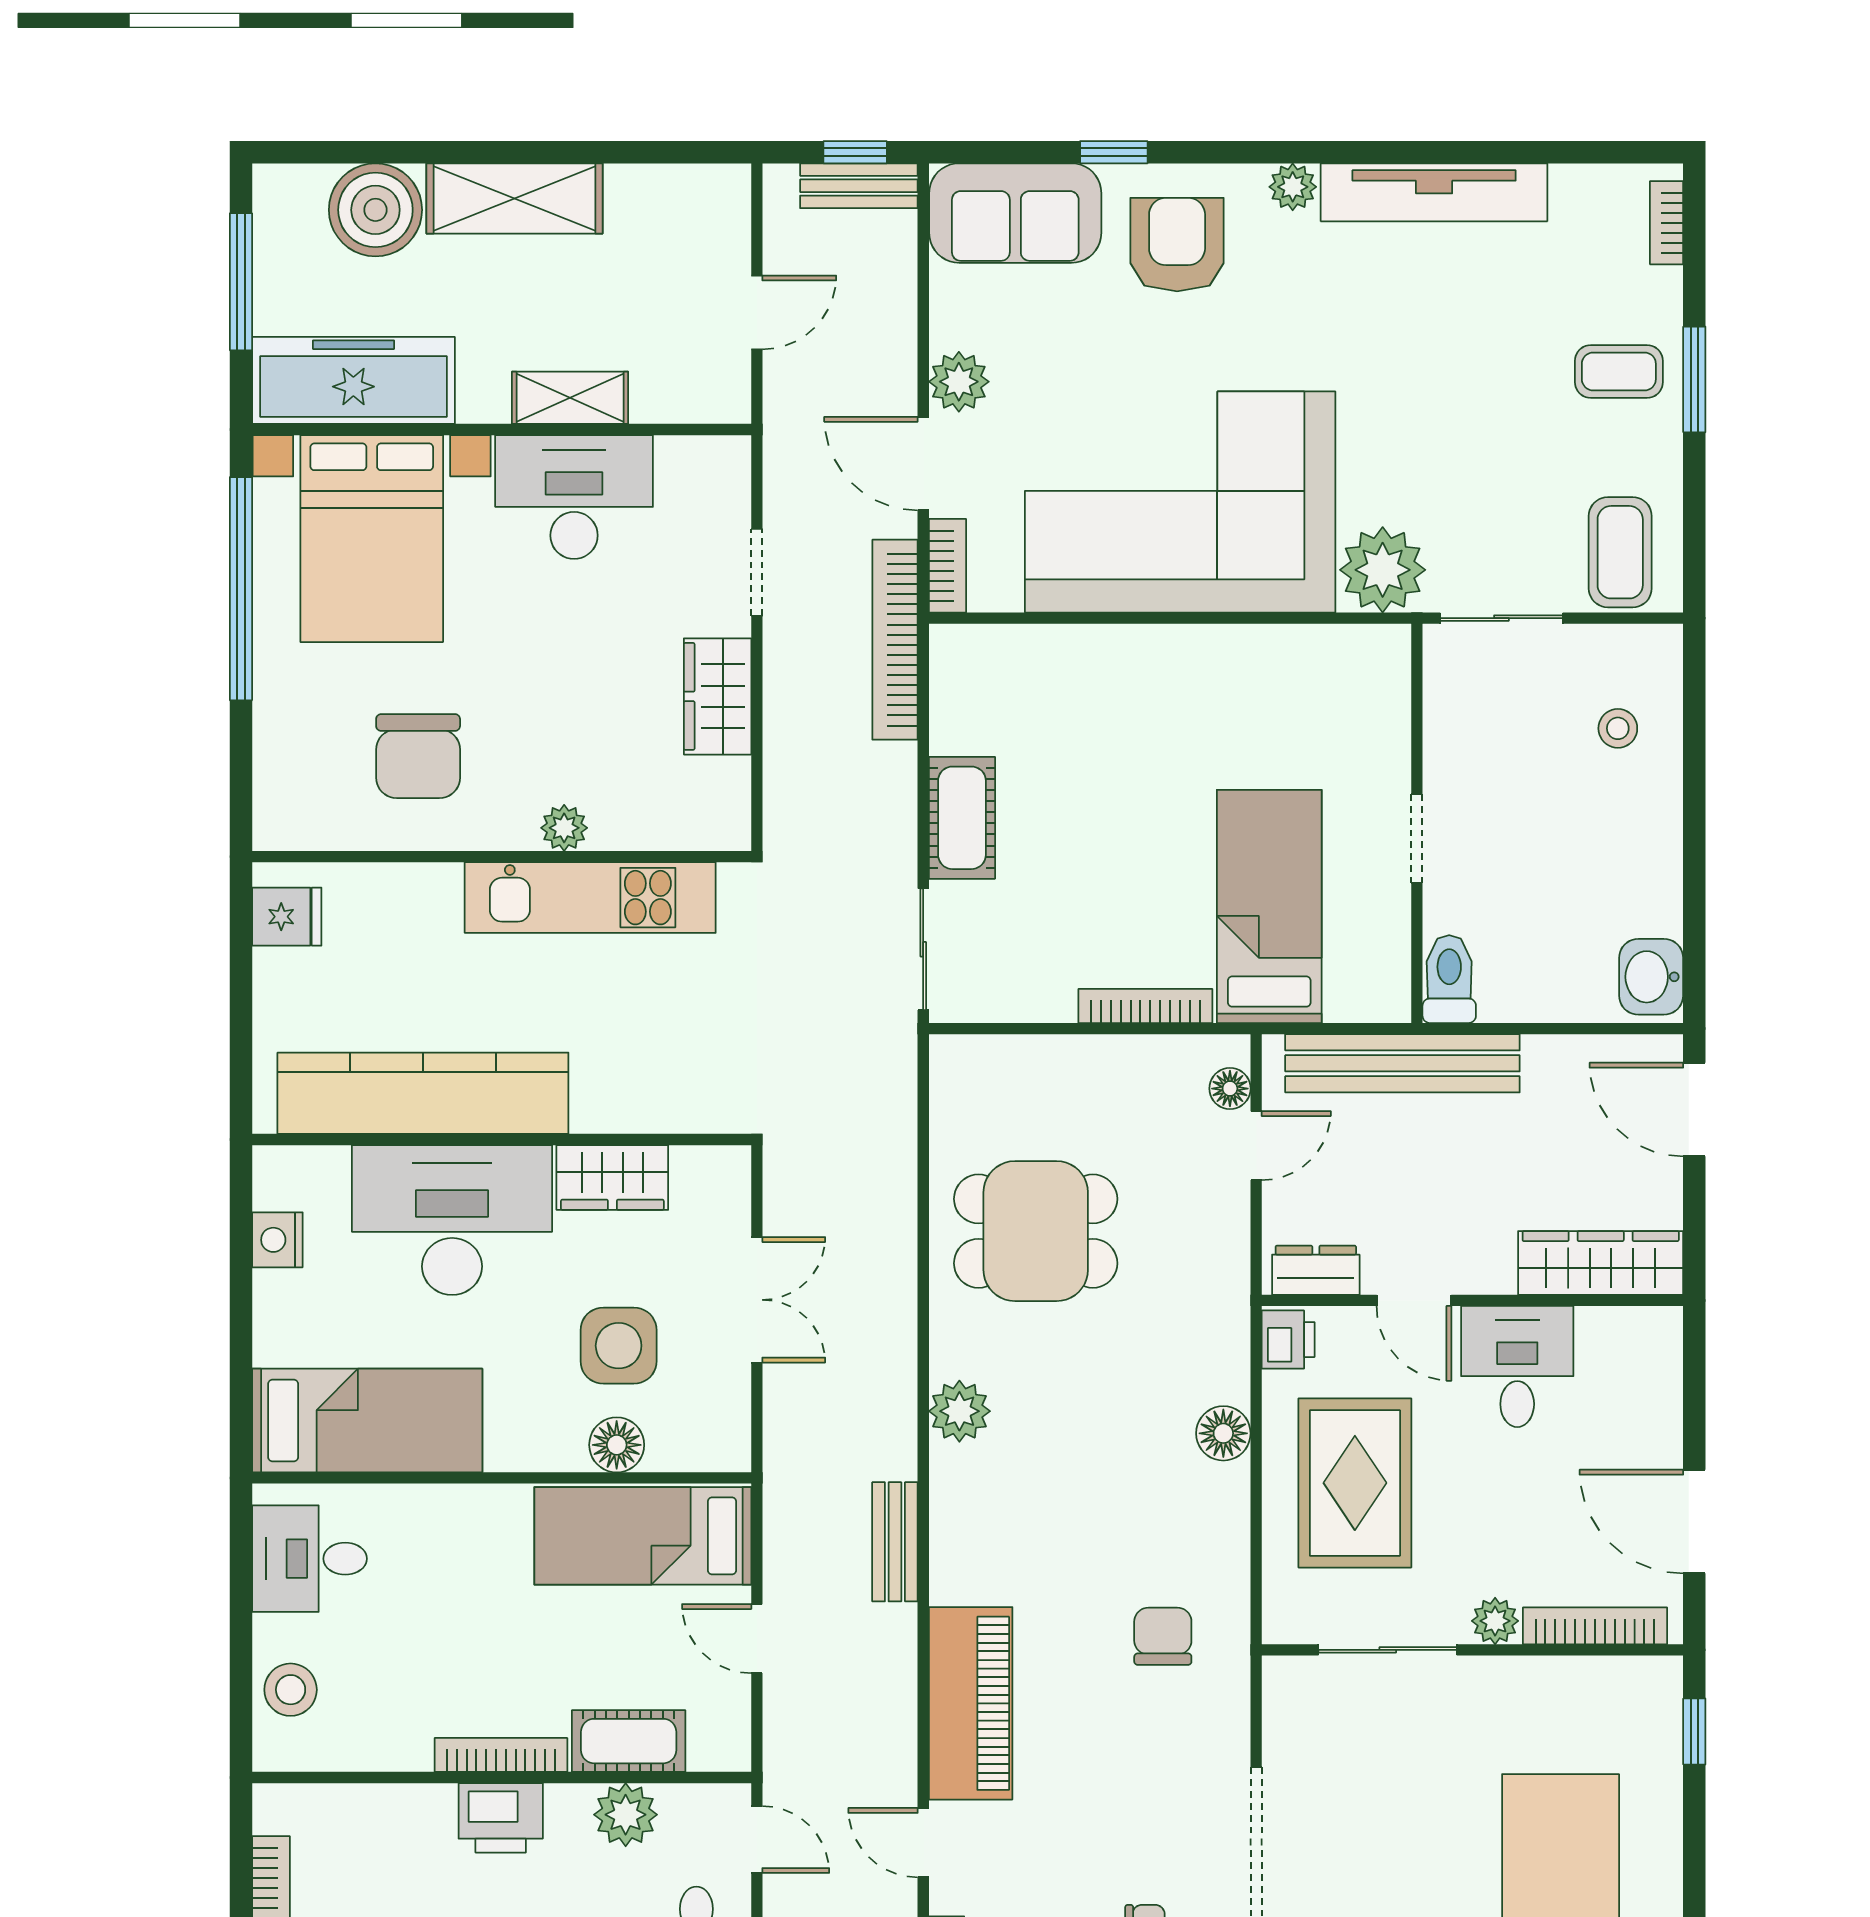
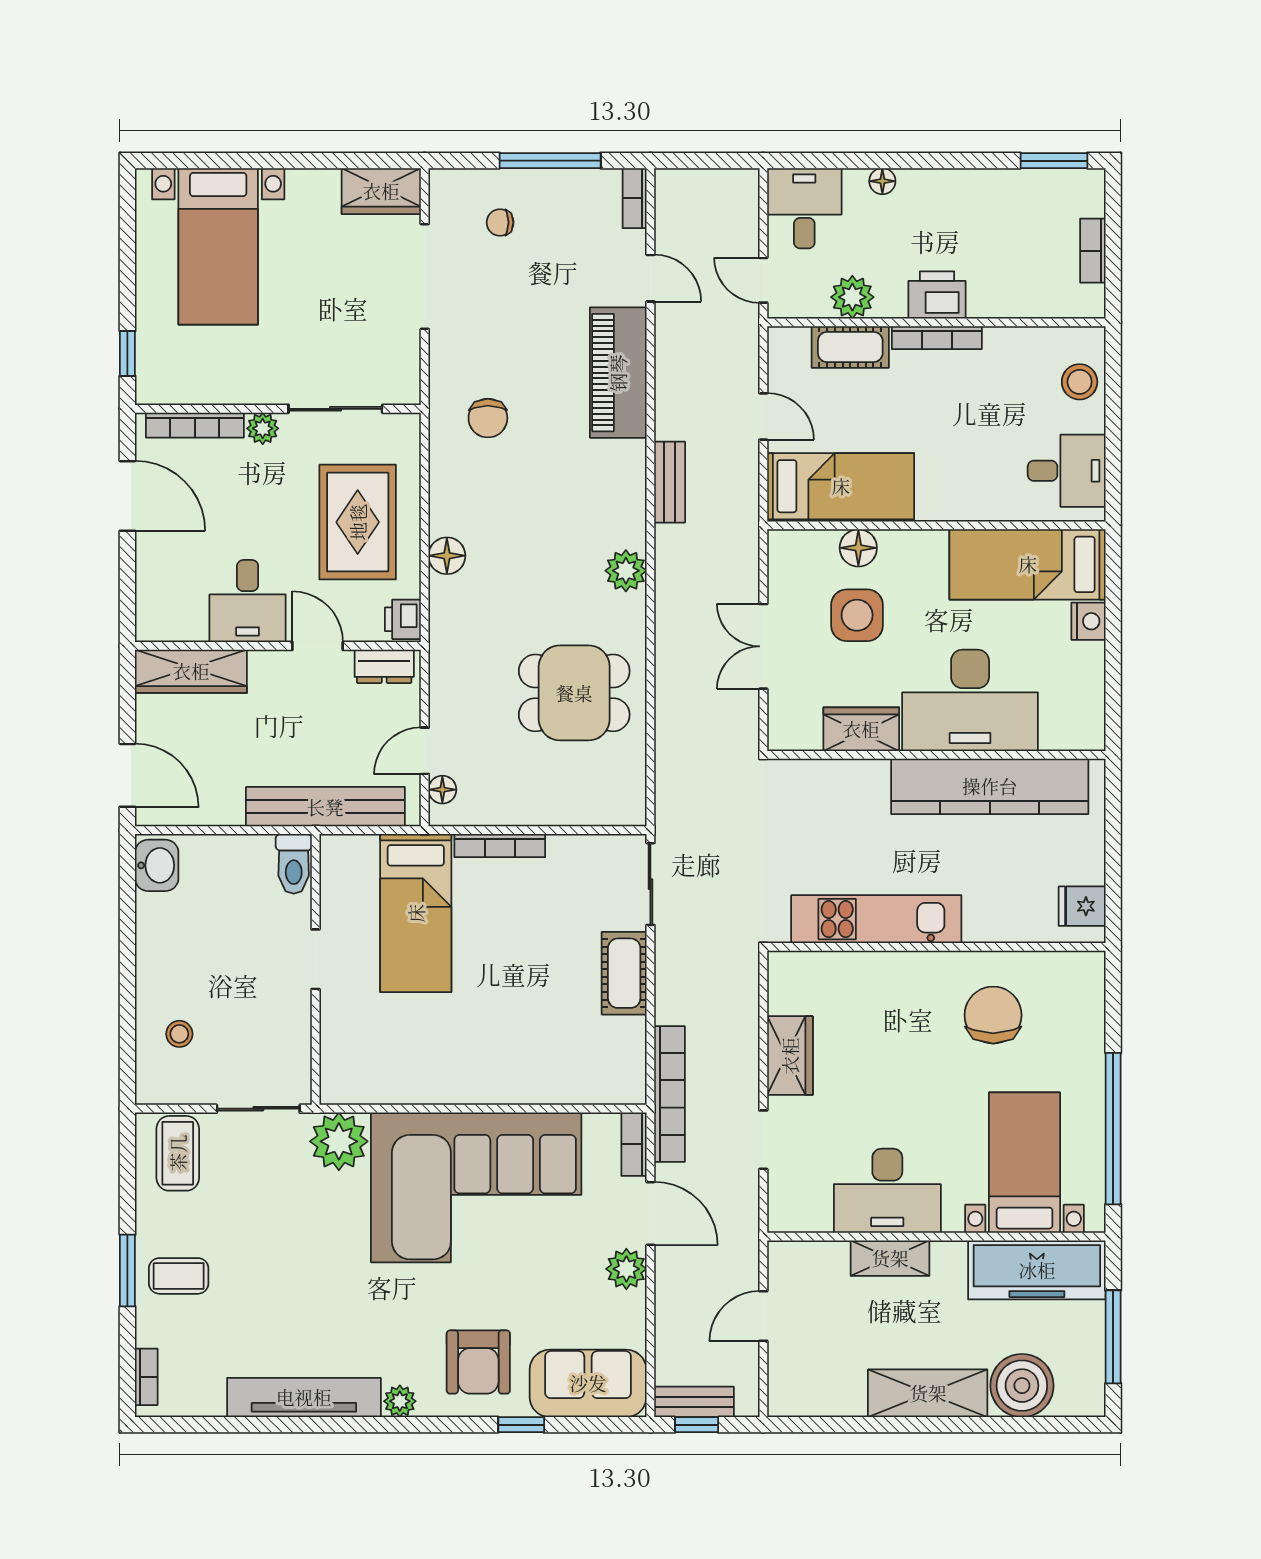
bed with nightstands: (372, 539) -> (1025, 1163), width x0.73
plant: (564, 828) -> (894, 966), removed
nightstand: (277, 1240) -> (1089, 621), moved

